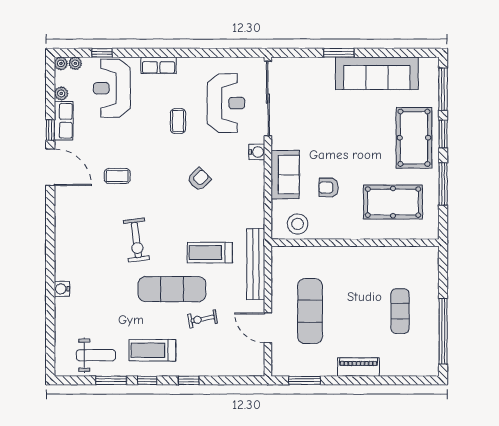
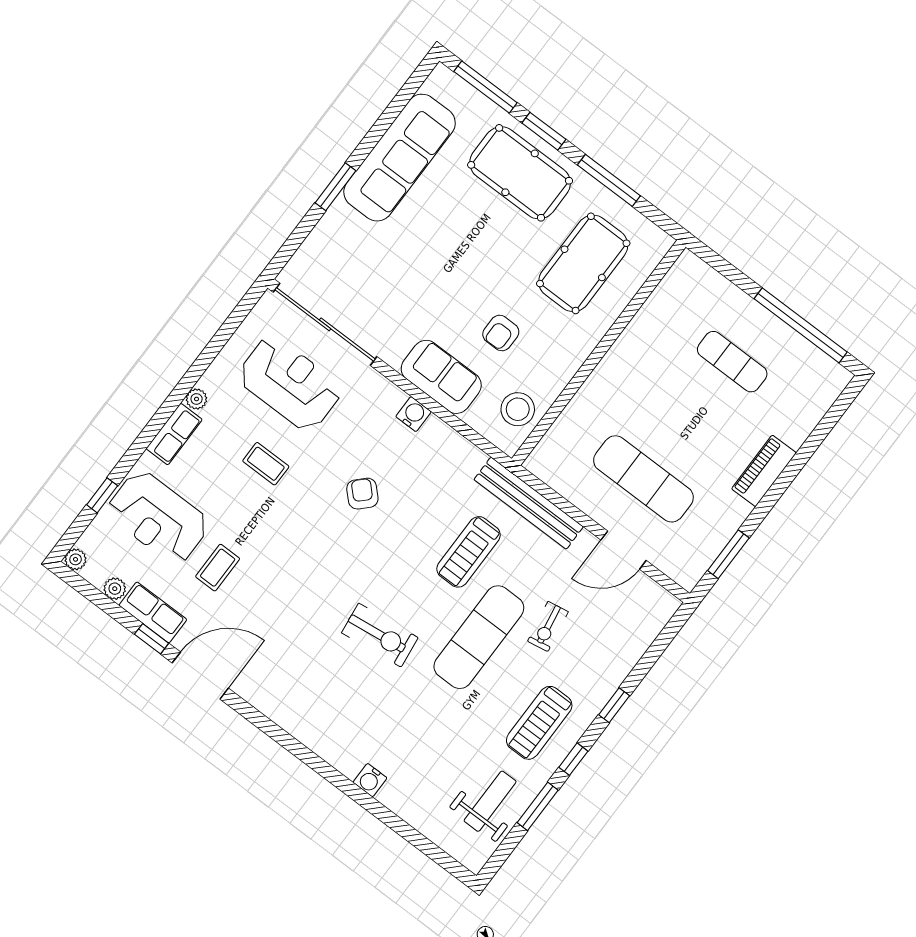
plant: (75, 63) -> (197, 399), moved
water cooler: (257, 152) -> (413, 414), moved
coffee table: (117, 176) -> (218, 568), moved

